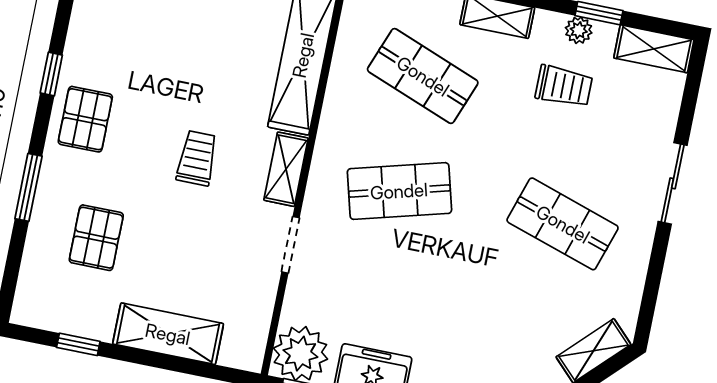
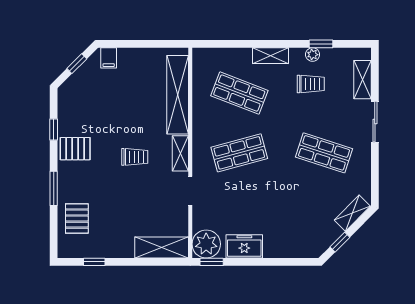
shelving: (654, 49) -> (363, 80), moved, turned 90
pallet: (85, 119) -> (75, 149), turned 90
trolley: (197, 158) -> (135, 157), turned 90
pallet: (96, 238) -> (77, 219), moved
shelving: (168, 334) -> (162, 247), moved

